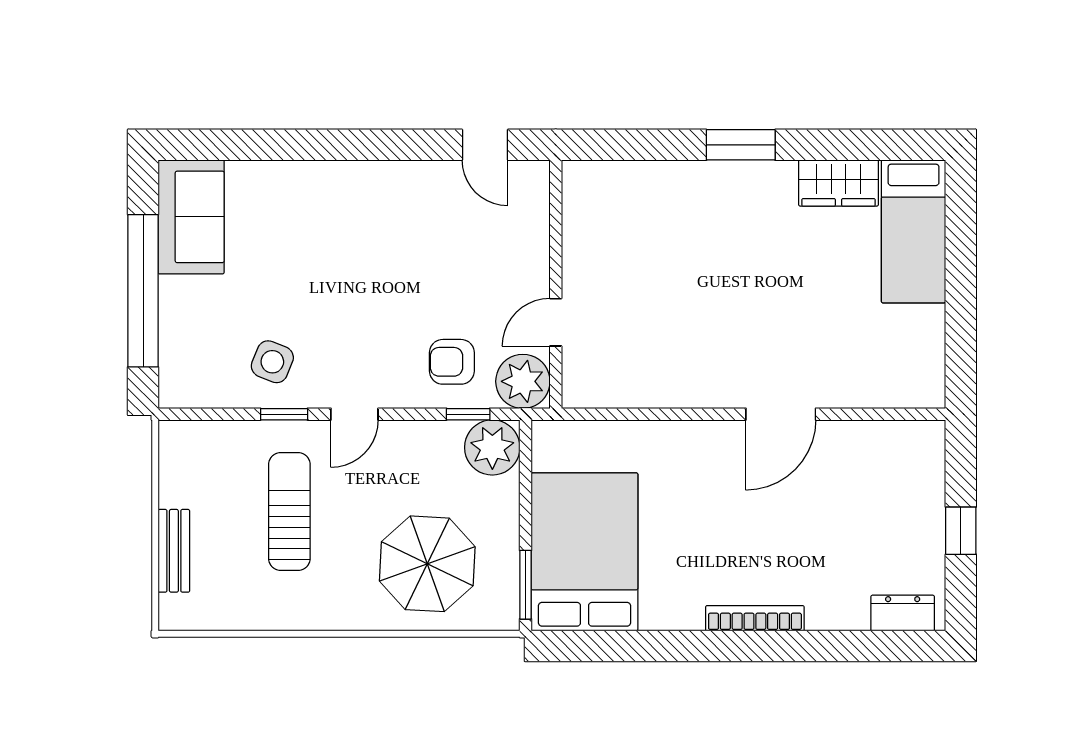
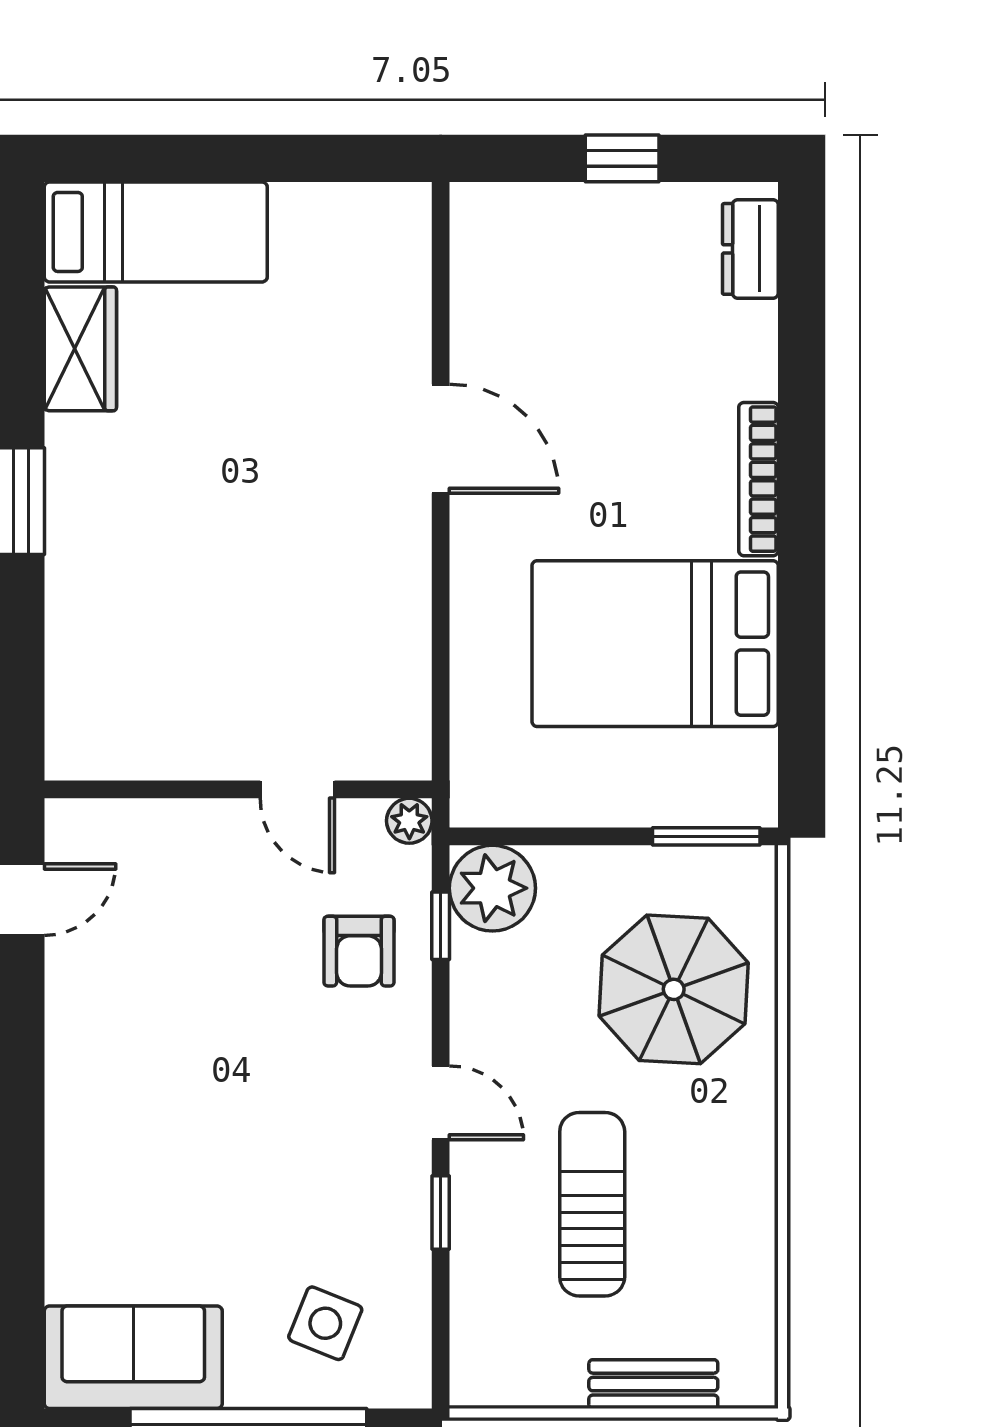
side table: (272, 362) -> (325, 1323), moved
plant: (523, 381) -> (409, 821), width x0.53, depth x0.53
sun lounger: (289, 511) -> (592, 1204), turned 90
bed: (584, 552) -> (655, 644), moved

